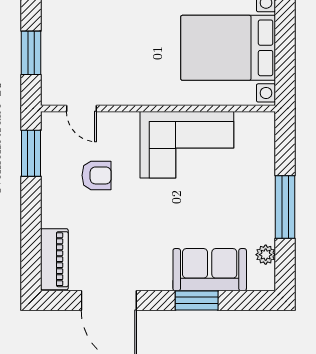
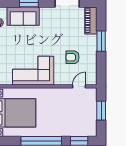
door: (81, 108) -> (79, 86), hinge flipped
window: (31, 153) -> (101, 41), moved

